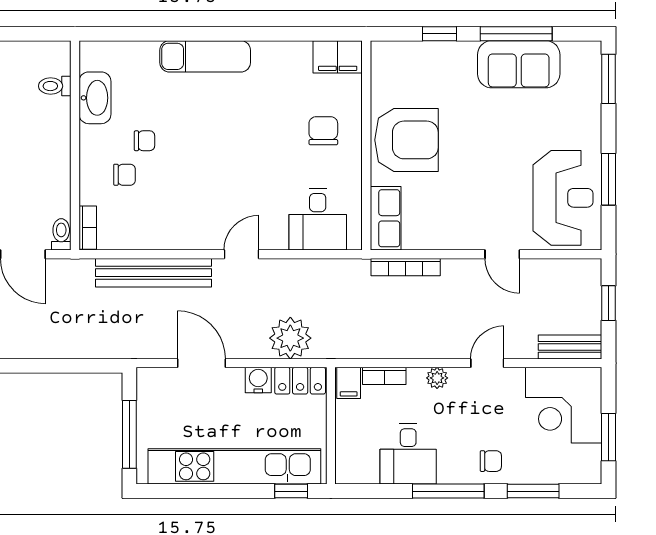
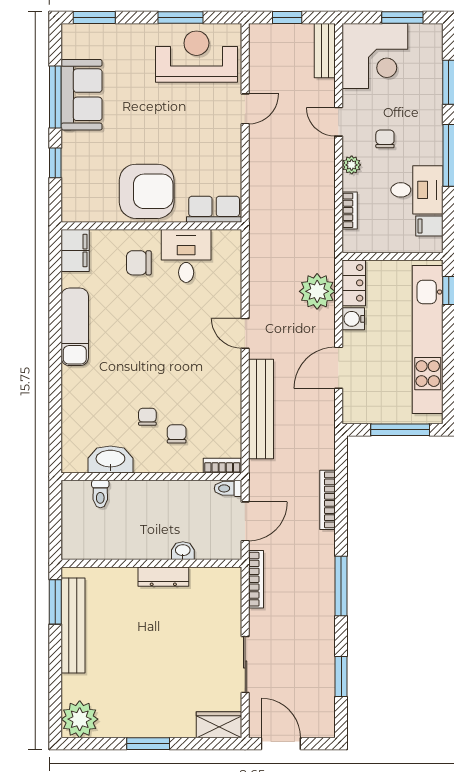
exam couch: (205, 56) -> (75, 327), moved
armchair: (406, 140) -> (147, 191), turned 90
desk: (318, 219) -> (186, 256), moved, turned -90
bookcase: (406, 267) -> (328, 500), moved, turned 180
filing cabinet: (349, 383) -> (429, 226), moved, turned 180
chair: (491, 461) -> (385, 139), moved

